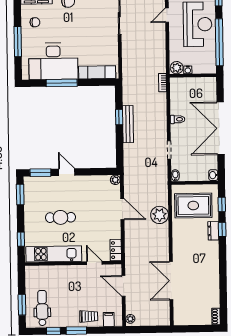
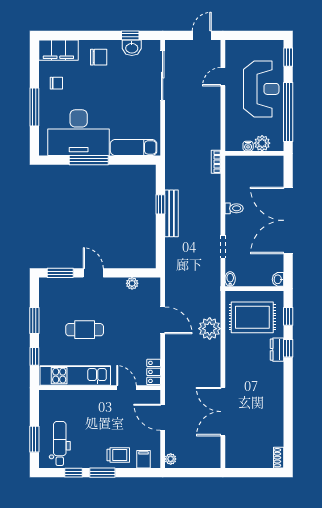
plant: (177, 68) -> (262, 143), moved
plant: (115, 180) -> (132, 283), moved
window: (20, 195) -> (34, 321), moved

